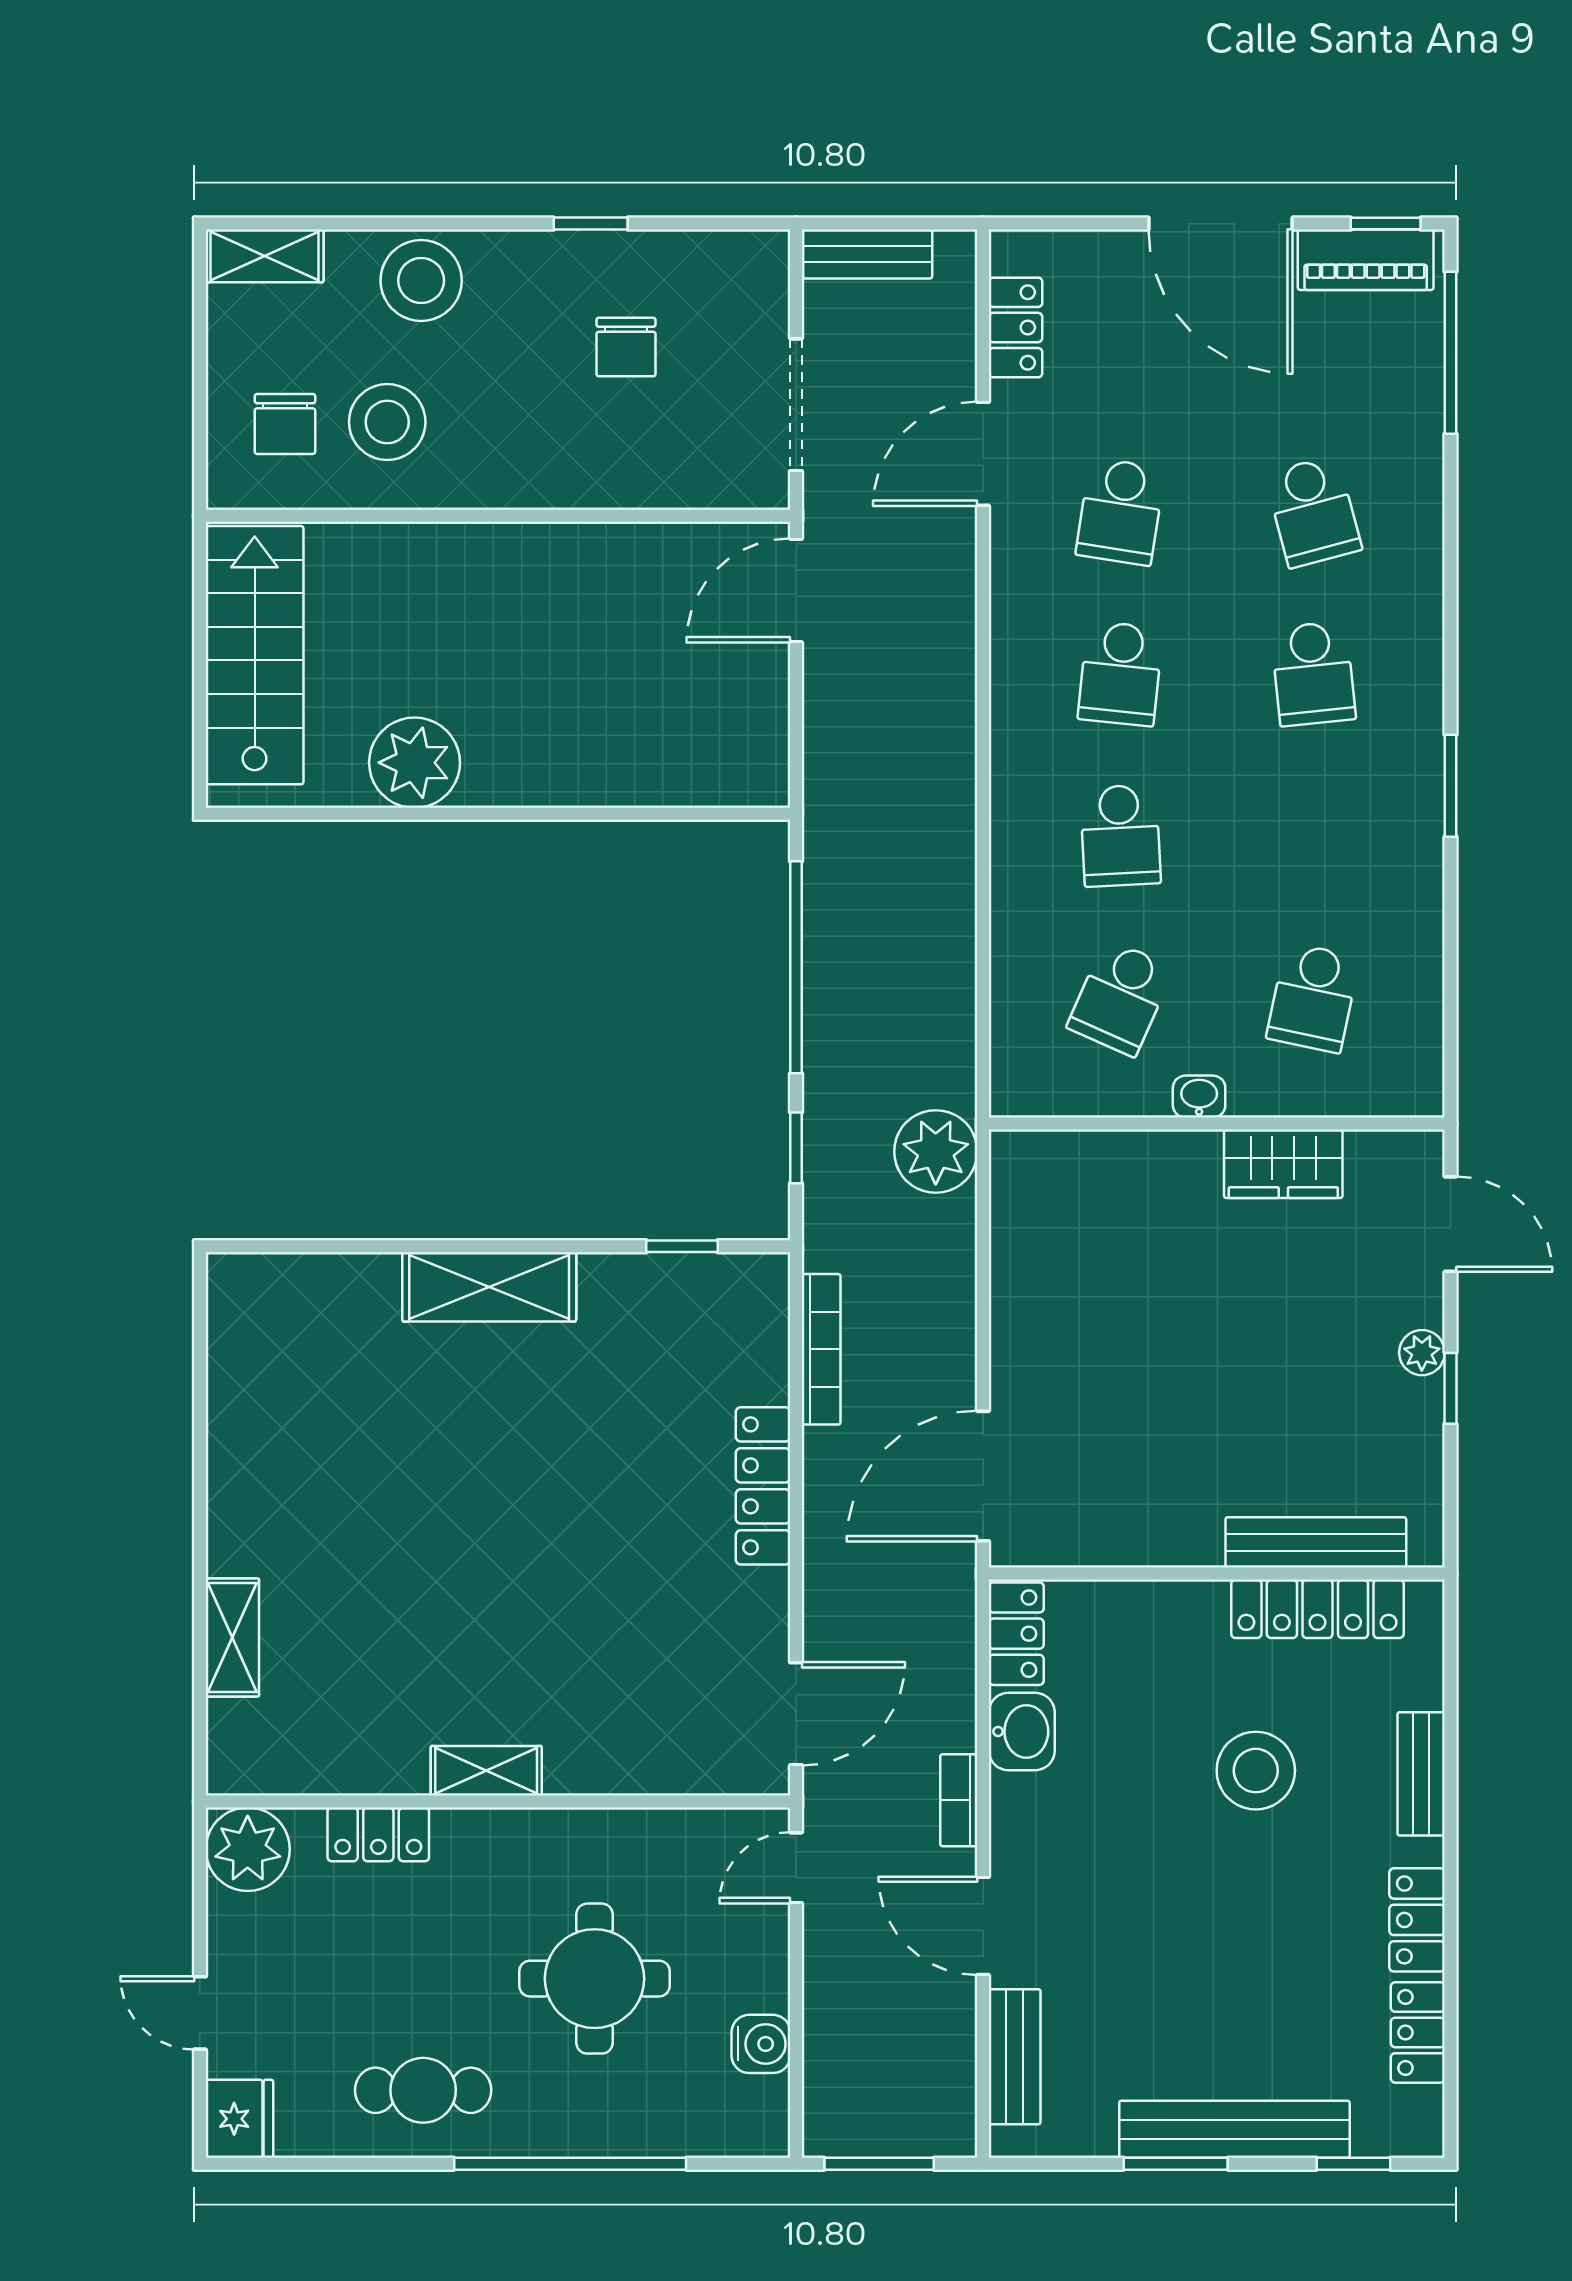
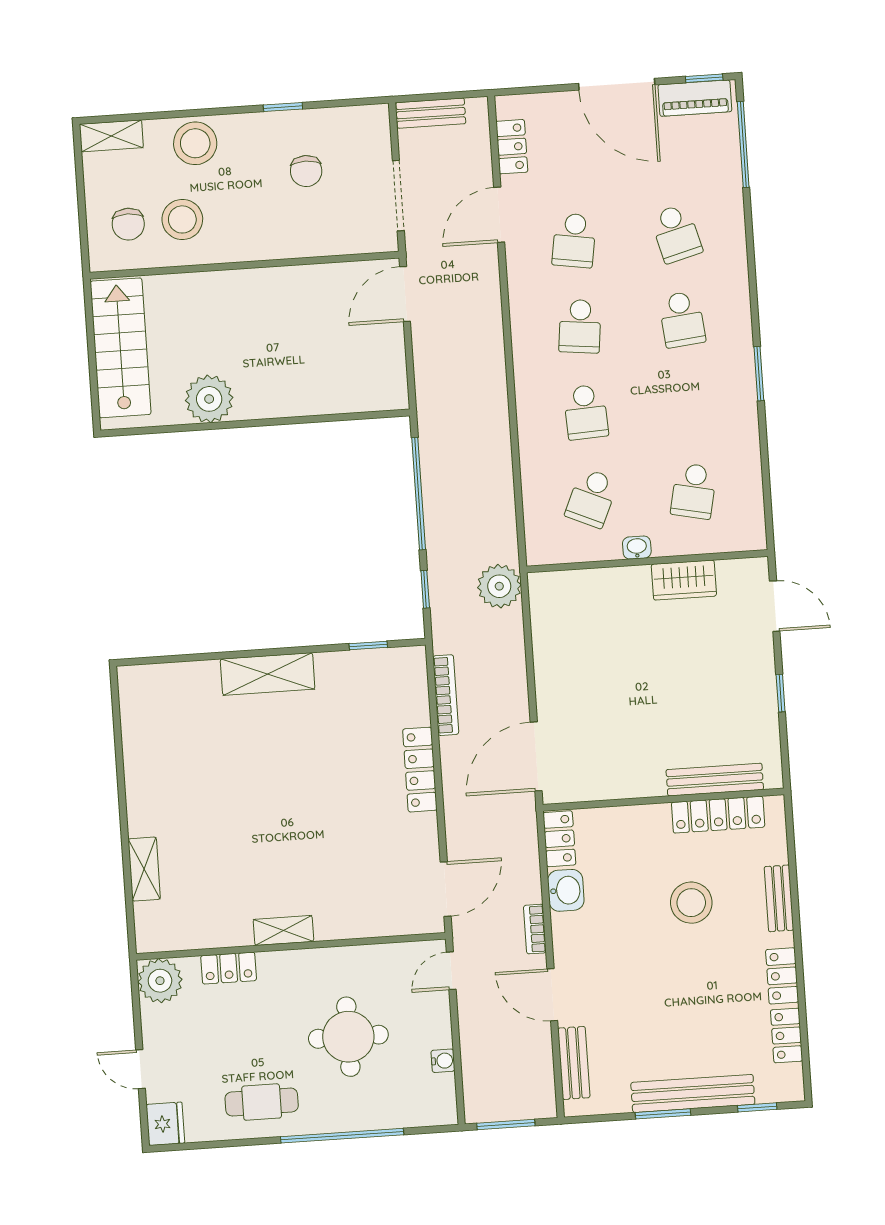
plant: (1422, 1353) -> (764, 675), removed
water cooler: (761, 2044) -> (443, 1061), width x0.72, depth x0.72

